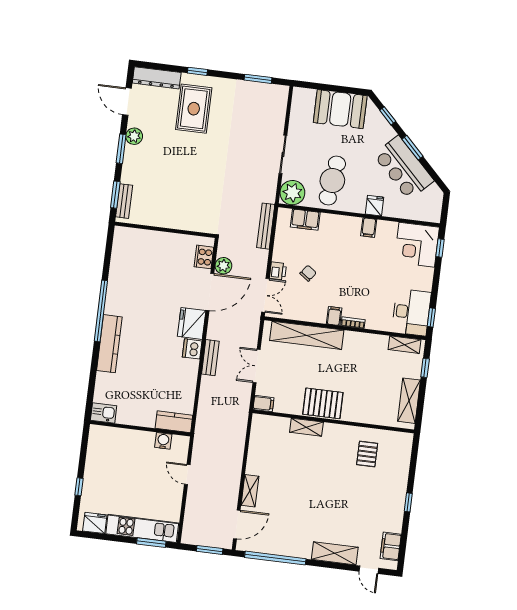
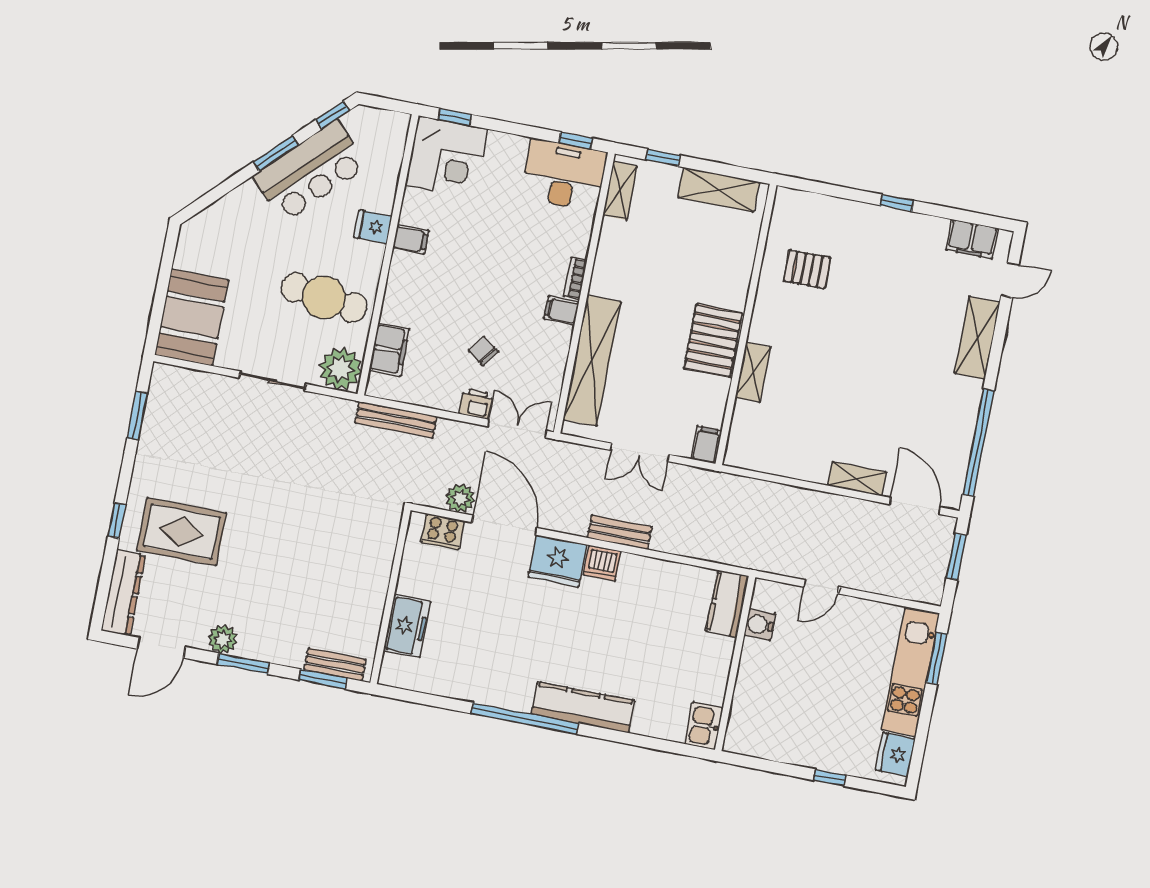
booth: (340, 109) -> (192, 317), moved
window: (388, 116) -> (332, 115), moved
freezer: (149, 240) -> (407, 626), added

